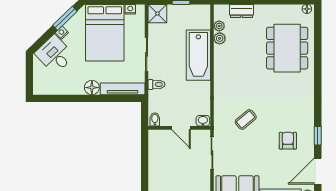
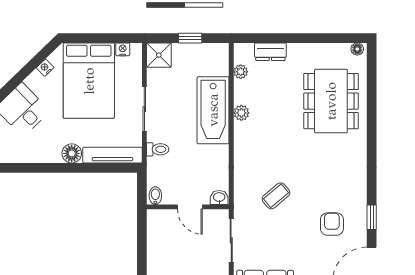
window: (65, 18) -> (36, 61), removed
nightstand: (62, 33) -> (45, 68), moved
plant: (220, 38) -> (241, 113), moved

